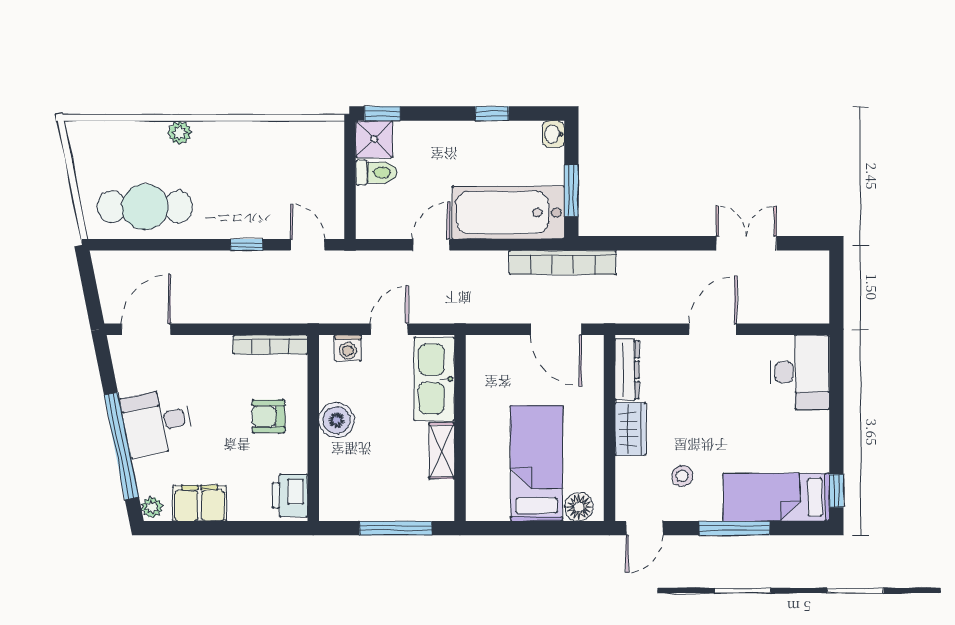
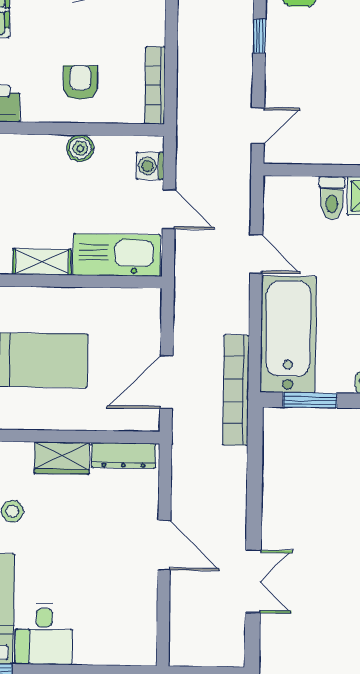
window: (247, 245) -> (259, 36), moved
desk: (800, 372) -> (44, 634), moved, width x0.73
boiler: (337, 420) -> (80, 148), width x0.73, depth x0.73

